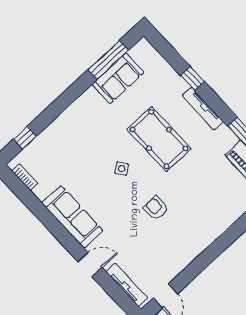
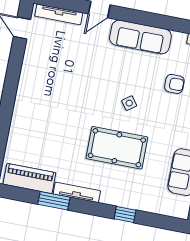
tv unit: (203, 109) -> (77, 192), moved
armchair: (156, 208) -> (174, 84), moved

